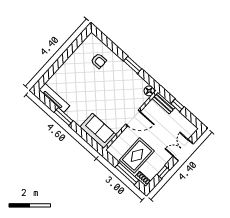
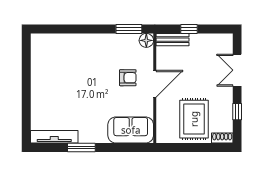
armchair: (99, 61) -> (128, 78), moved
window: (133, 65) -> (129, 29), moved
window: (127, 174) -> (201, 147), removed

